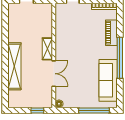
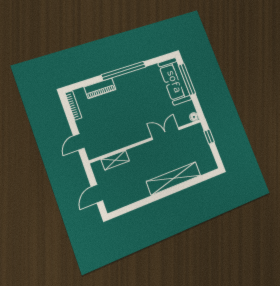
shelving: (47, 49) -> (115, 160), moved
sofa: (108, 80) -> (175, 81), moved, turned 90

